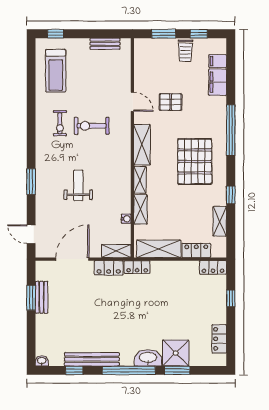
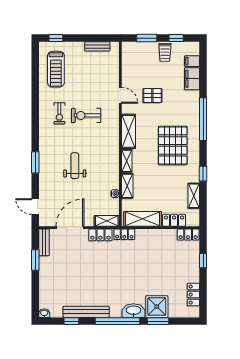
bench: (42, 297) -> (44, 242), moved

